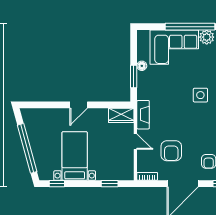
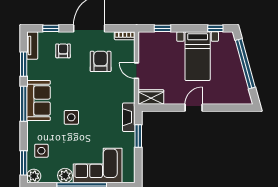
floor lamp: (142, 66) -> (130, 147), removed
fireplace: (143, 115) -> (129, 117), moved

